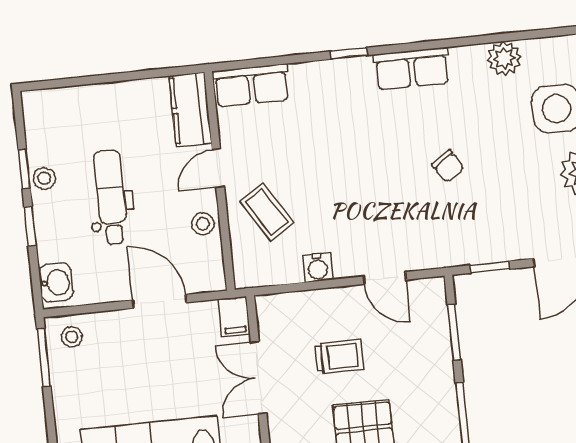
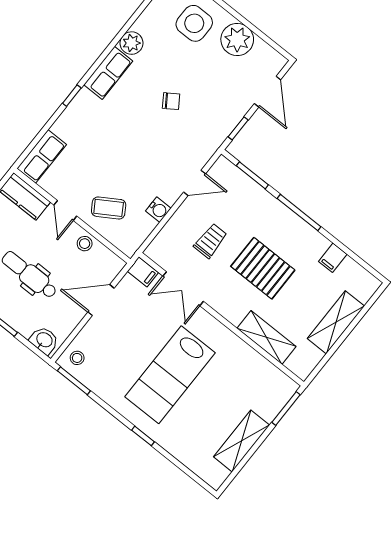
plant: (504, 58) -> (131, 43), moved

